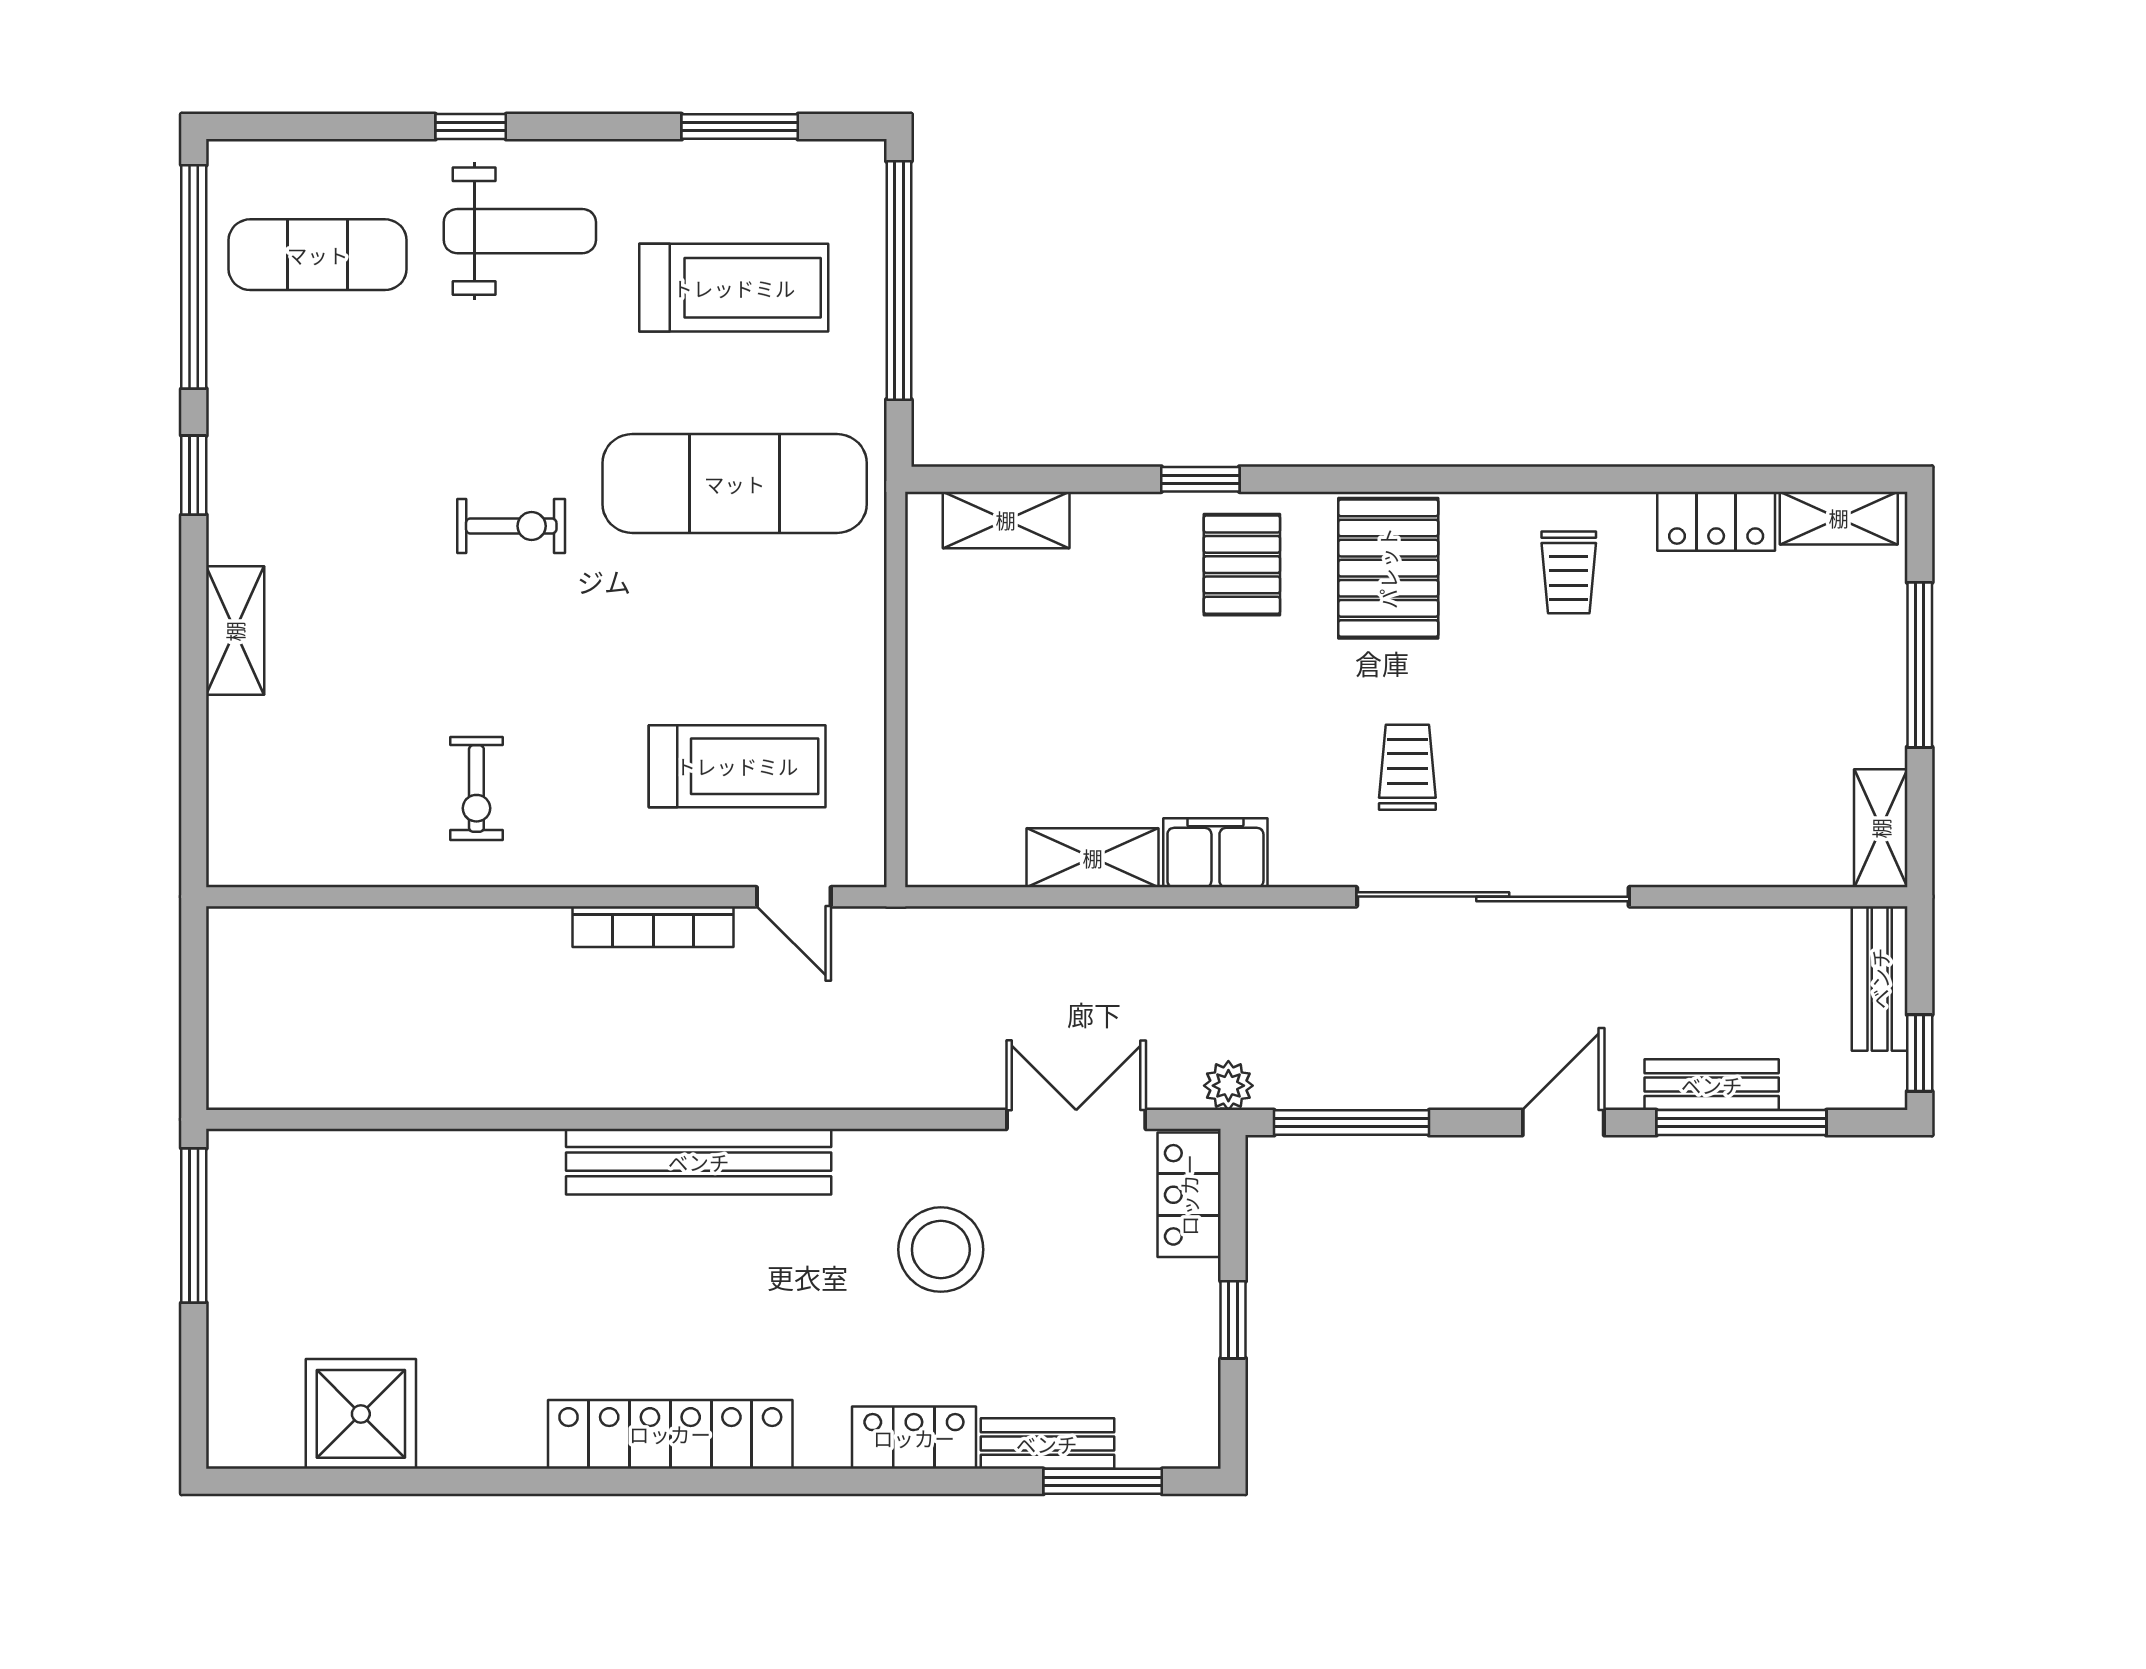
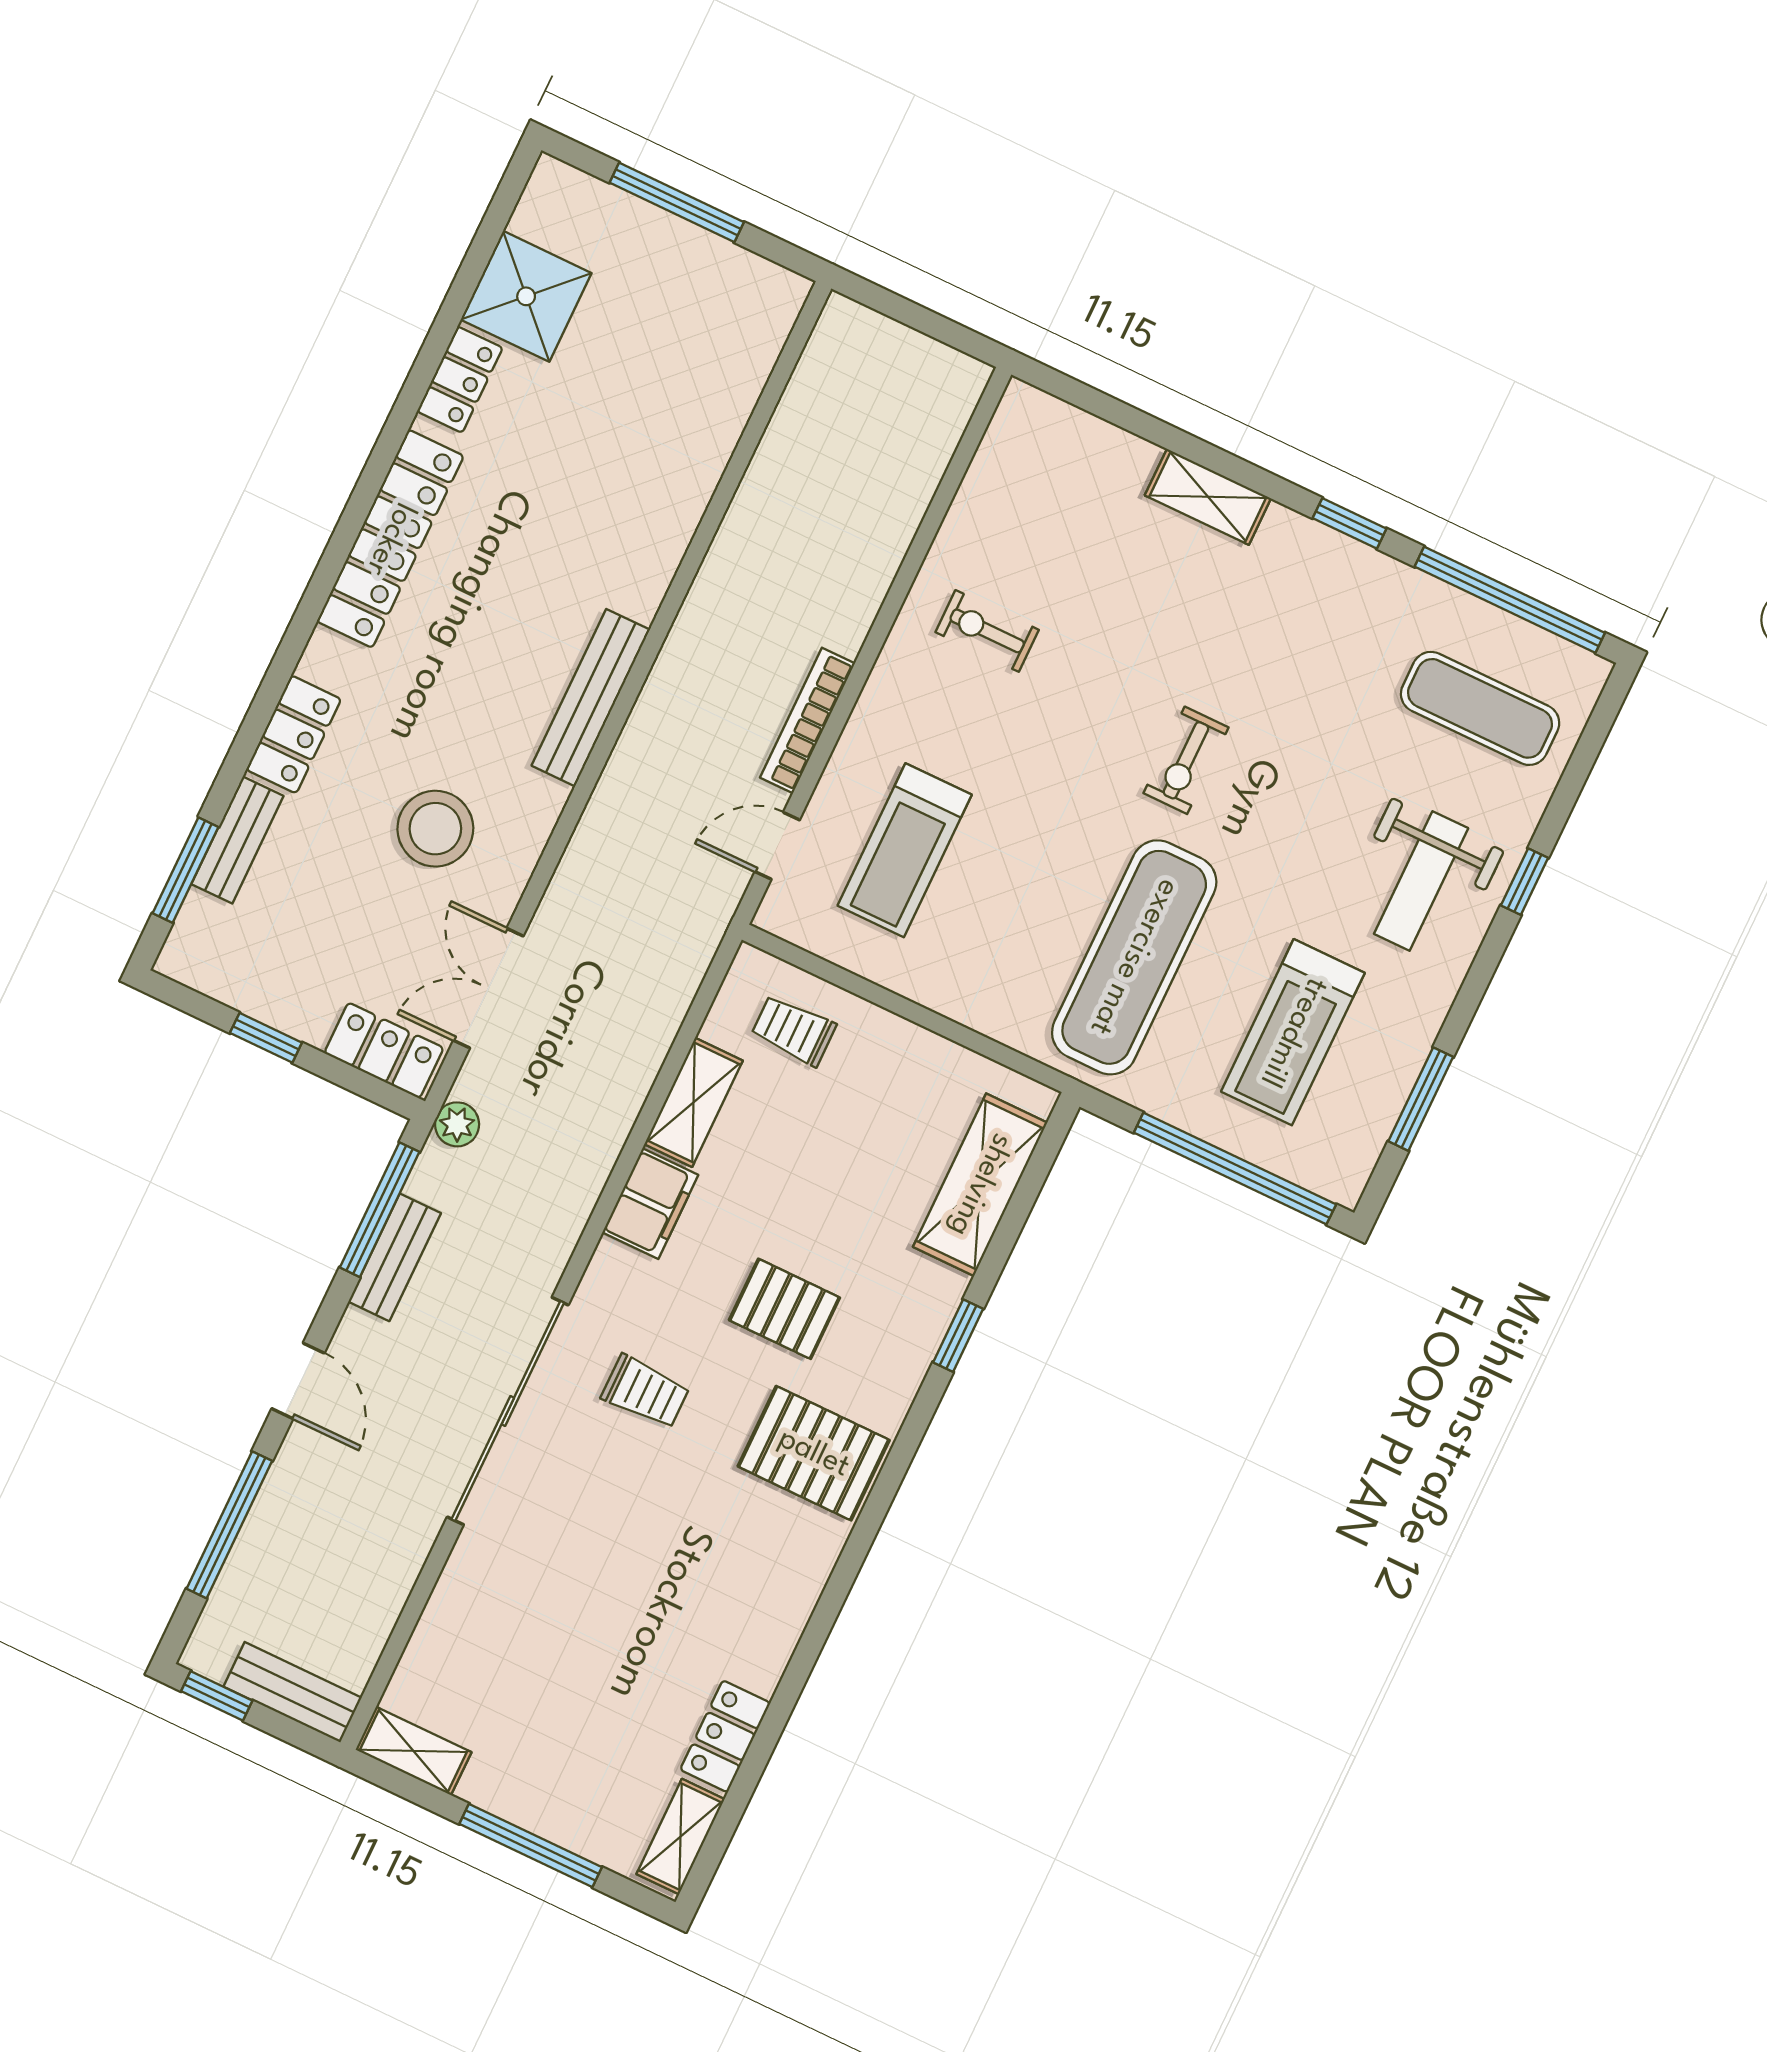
exercise mat: (318, 255) -> (1480, 708), turned 90
shelving: (1006, 520) -> (980, 1185), width x1.50, depth x1.33
pallet: (1242, 565) -> (784, 1309), moved
trolley: (1569, 572) -> (794, 1030), moved
bench: (1712, 1085) -> (395, 1257), moved
double door: (1076, 1119) -> (488, 988), swing flipped
bench: (699, 1162) -> (591, 698), width x0.73, depth x0.82
window: (194, 1226) -> (677, 202), moved
locker: (477, 1441) -> (460, 380), added

